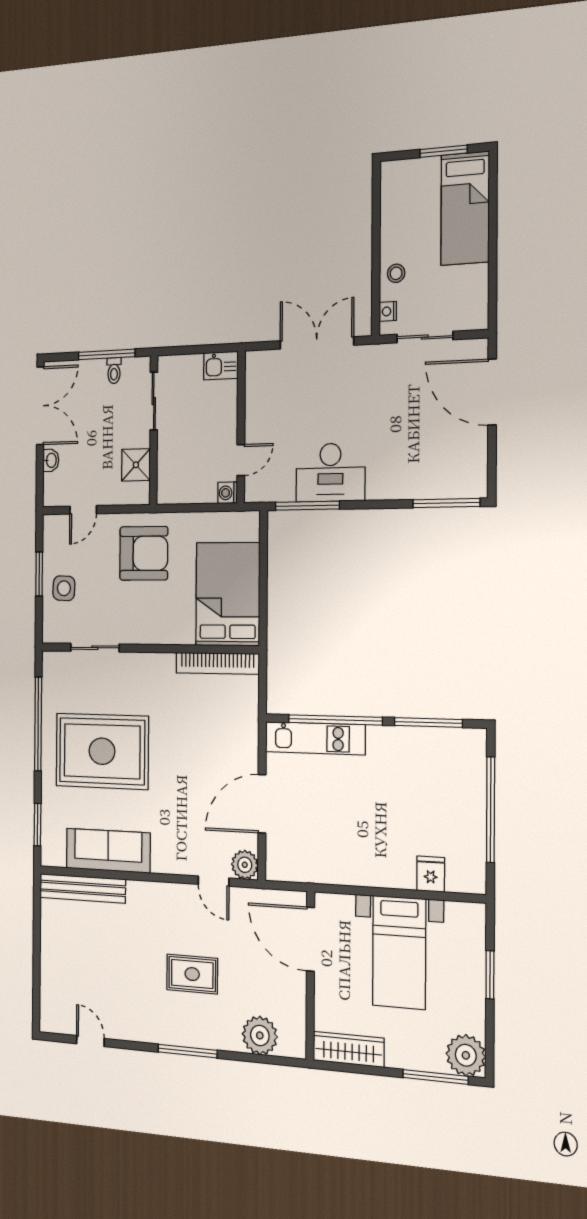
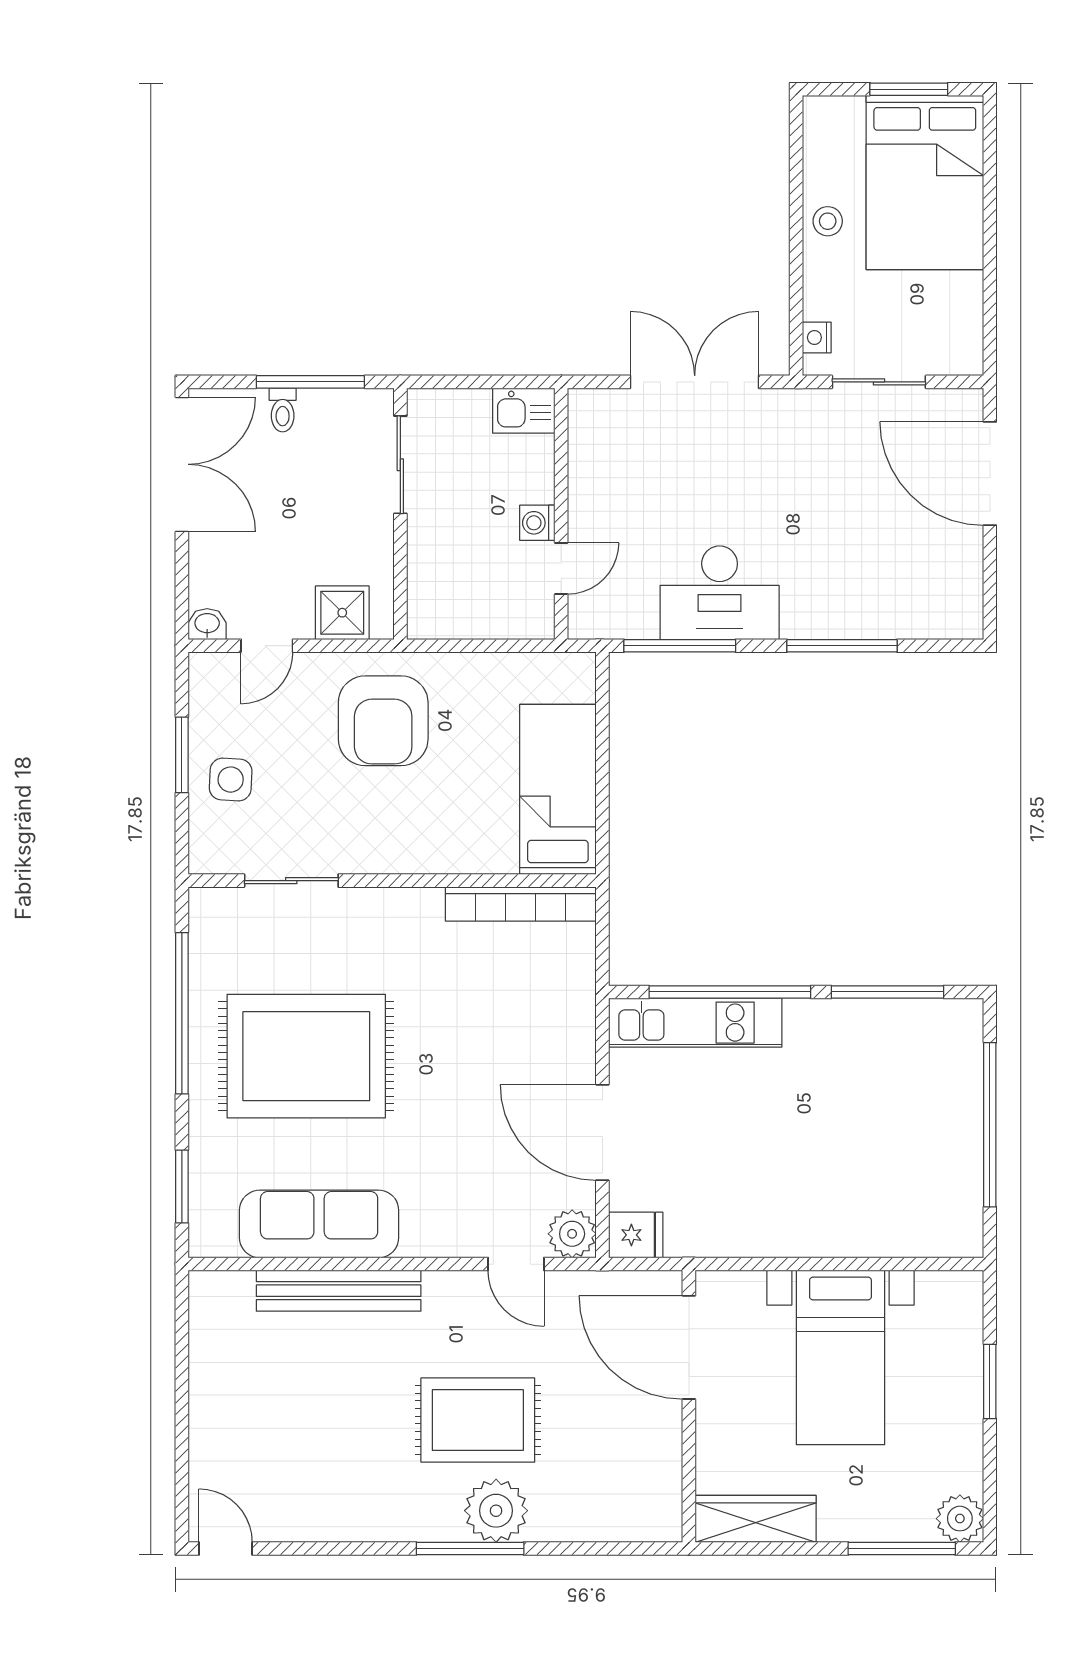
bed: (465, 208) -> (925, 182), width x1.50
stool: (396, 273) -> (828, 221), moved
toilet: (114, 371) -> (283, 410), moved
washbasin: (51, 460) -> (207, 624), moved, turned -90
shower: (136, 465) -> (342, 613), moved
washing machine: (227, 493) -> (537, 523), moved
window: (446, 503) -> (842, 646), moved
armchair: (144, 553) -> (383, 721), turned 90
bed: (228, 594) -> (558, 789), width x0.67
door: (262, 804) -> (602, 1132), hinge flipped
fridge: (431, 874) -> (636, 1235), moved, turned 90
bench: (82, 888) -> (339, 1291), moved
rug: (192, 974) -> (478, 1420), width x1.36, depth x1.43
plant: (260, 1035) -> (496, 1511), moved
door: (90, 1041) -> (226, 1548), moved
plant: (466, 1055) -> (960, 1519), width x0.73, depth x0.73

